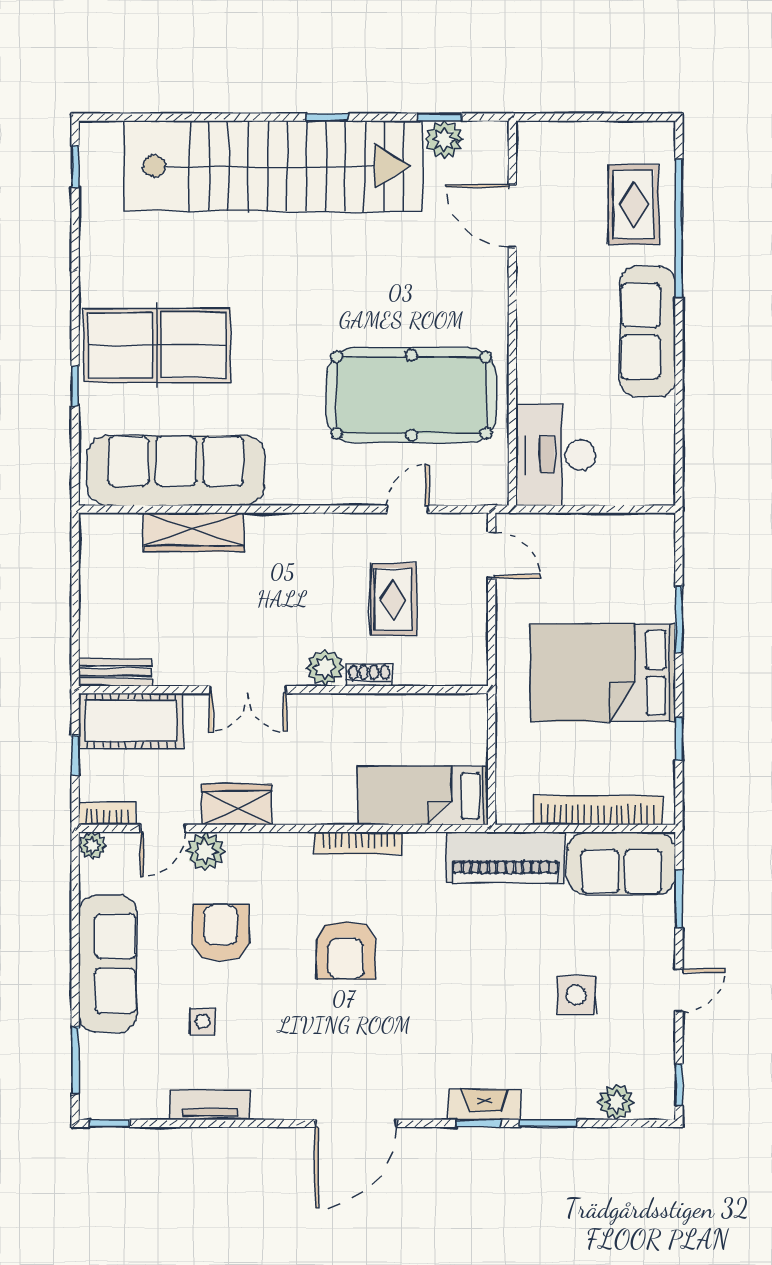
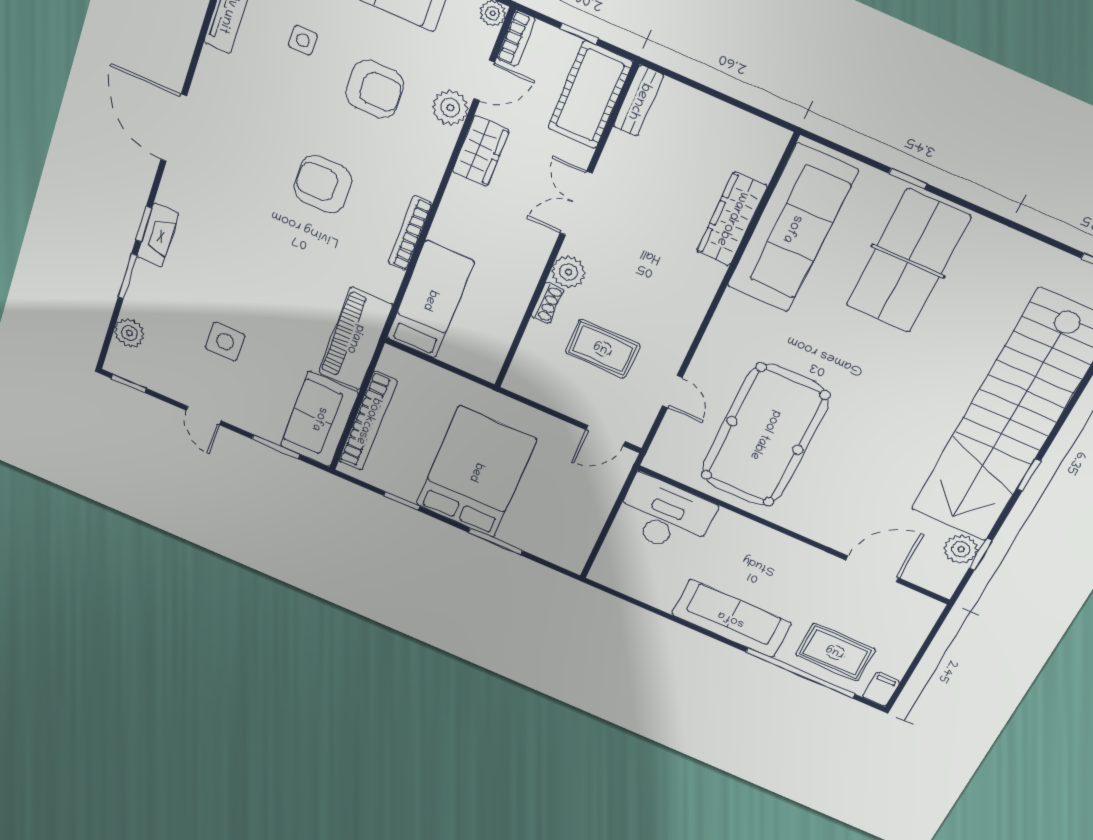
filing cabinet: (655, 136) -> (881, 689), added
door: (163, 828) -> (484, 81), swing flipped

